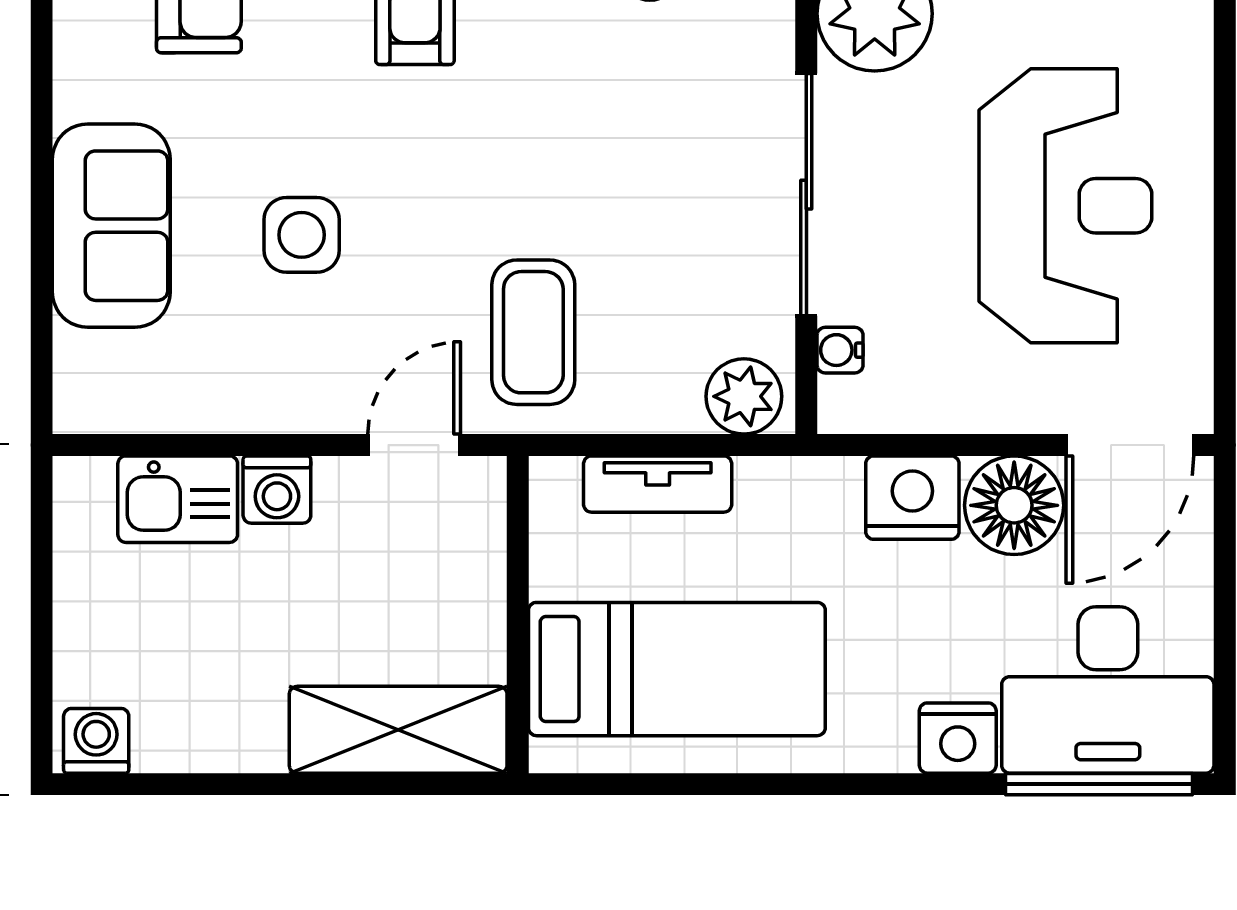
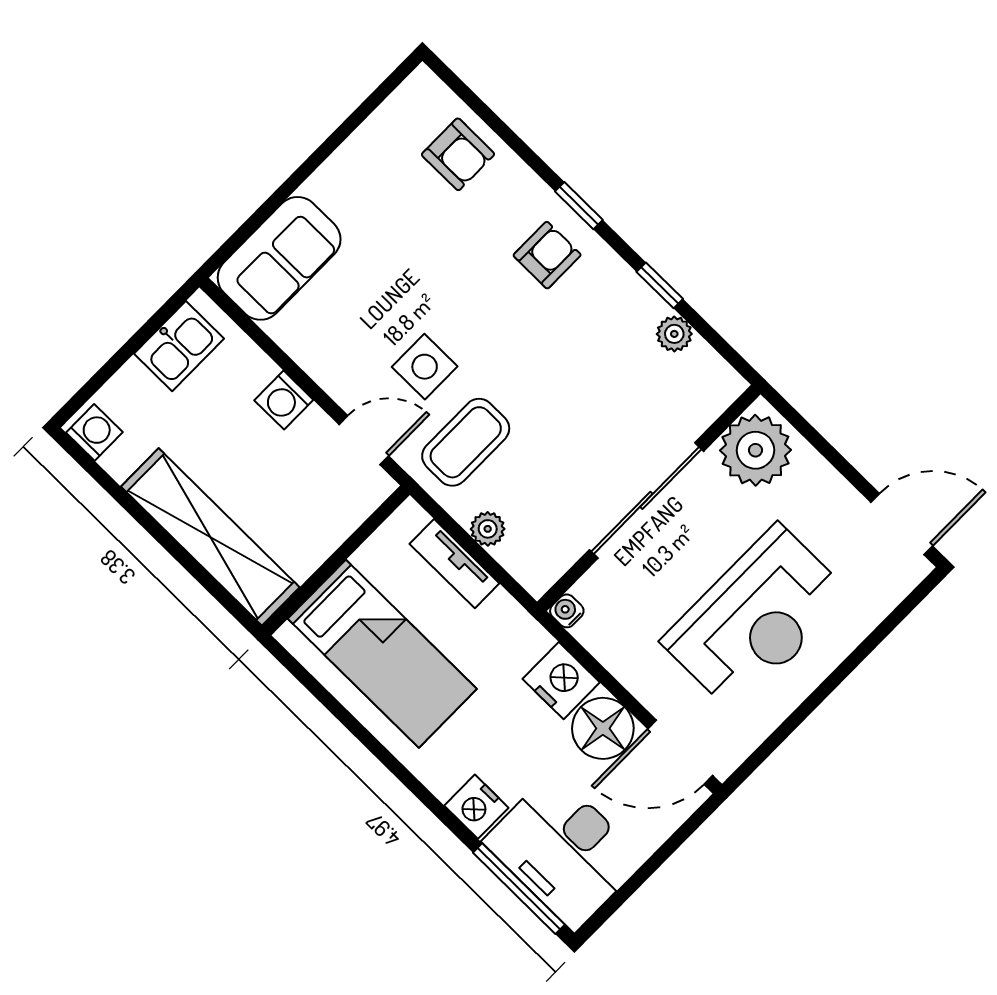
sofa: (111, 226) -> (279, 258), moved
side table: (302, 235) -> (425, 367), moved
water cooler: (840, 350) -> (567, 611), moved
plant: (744, 396) -> (488, 529), moved, width x0.73, depth x0.73
kitchen sink: (178, 499) -> (179, 346), moved, turned -90
shelving: (398, 730) -> (210, 537), width x1.47

